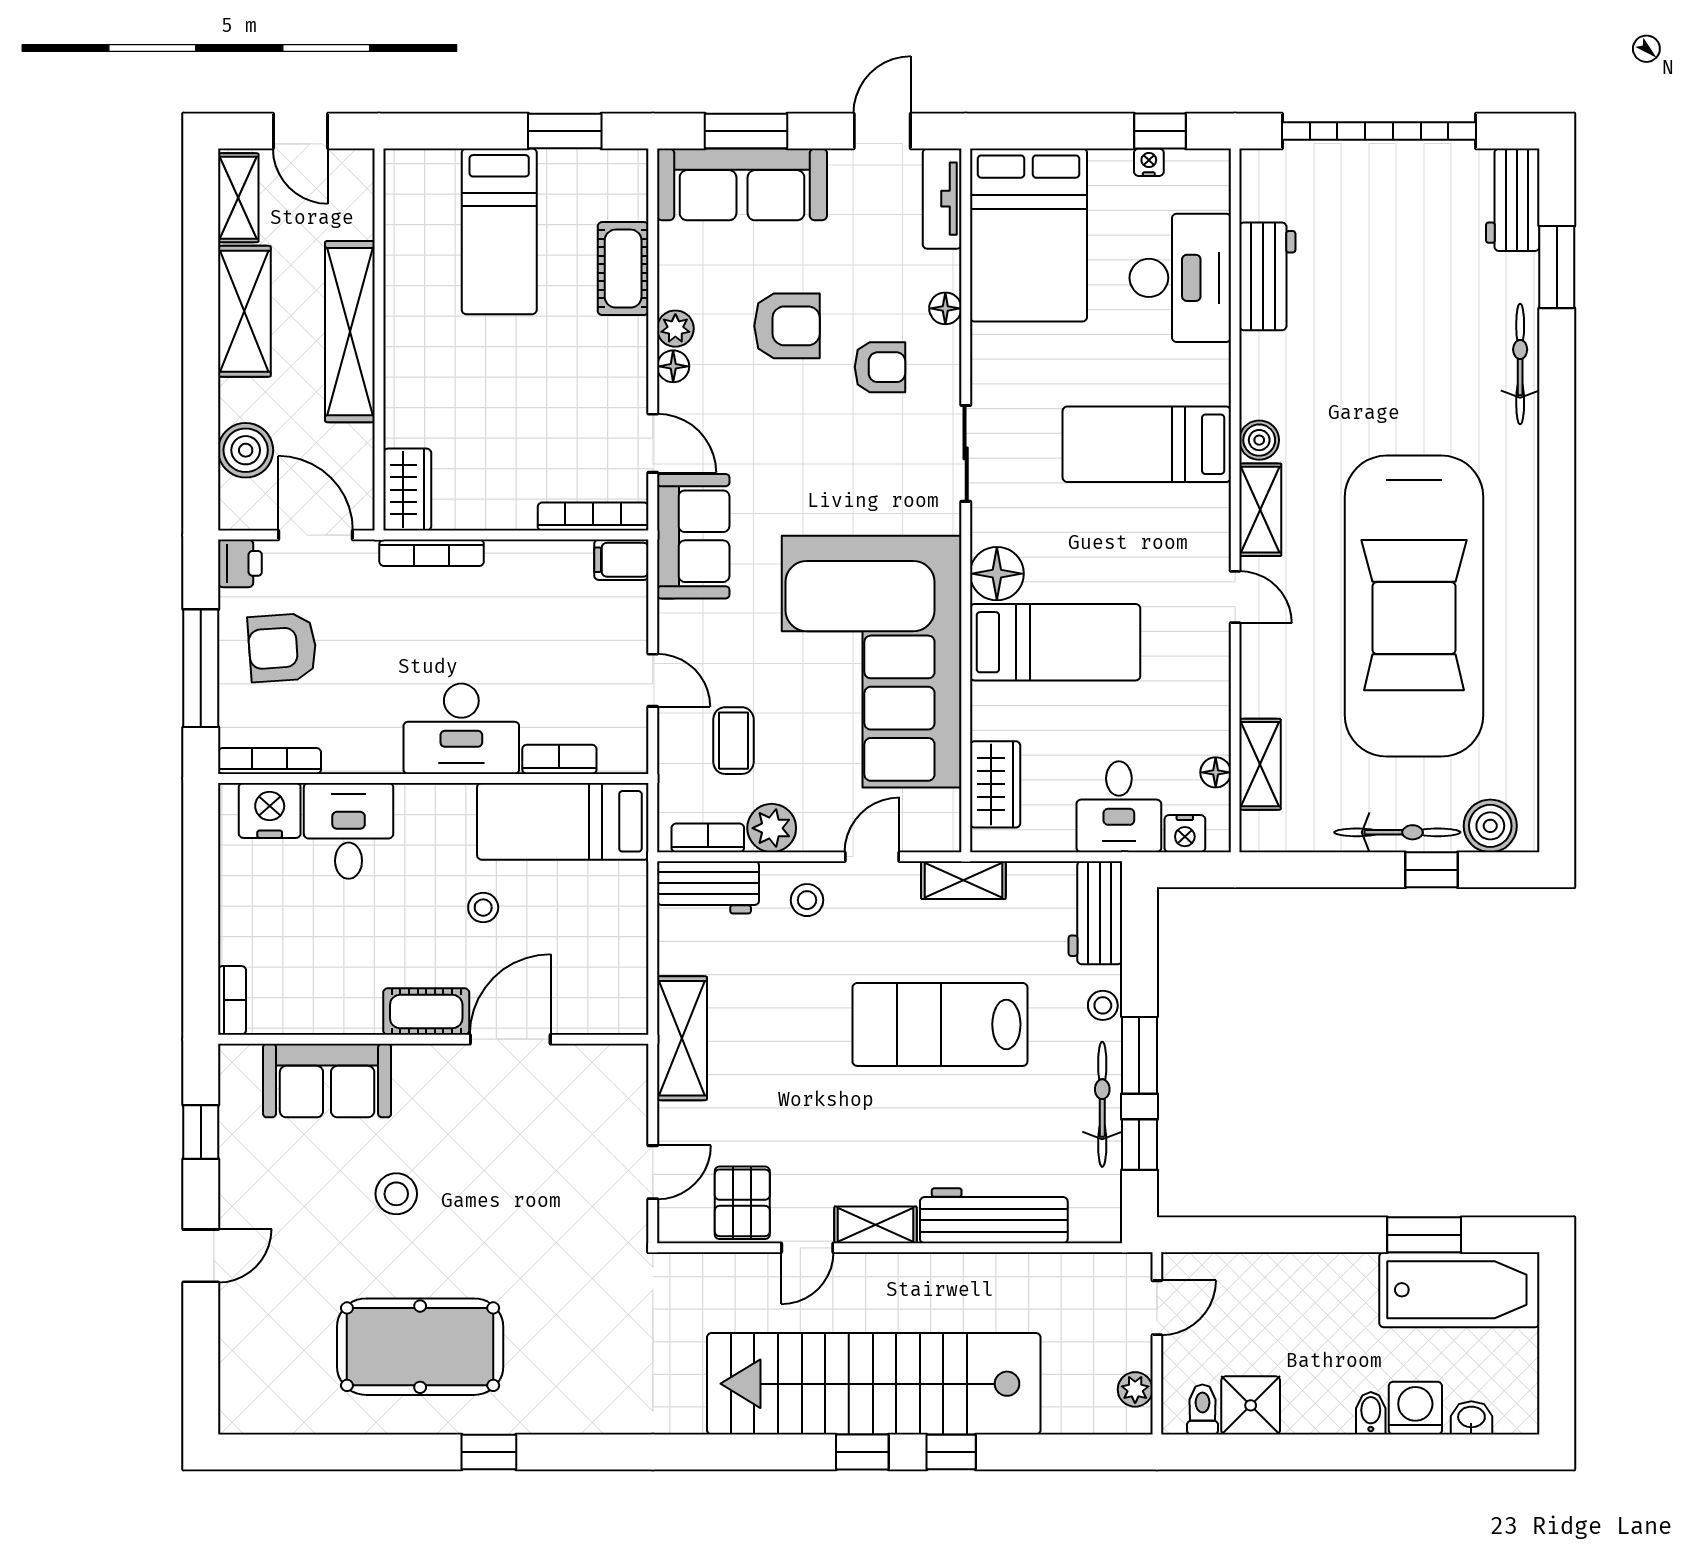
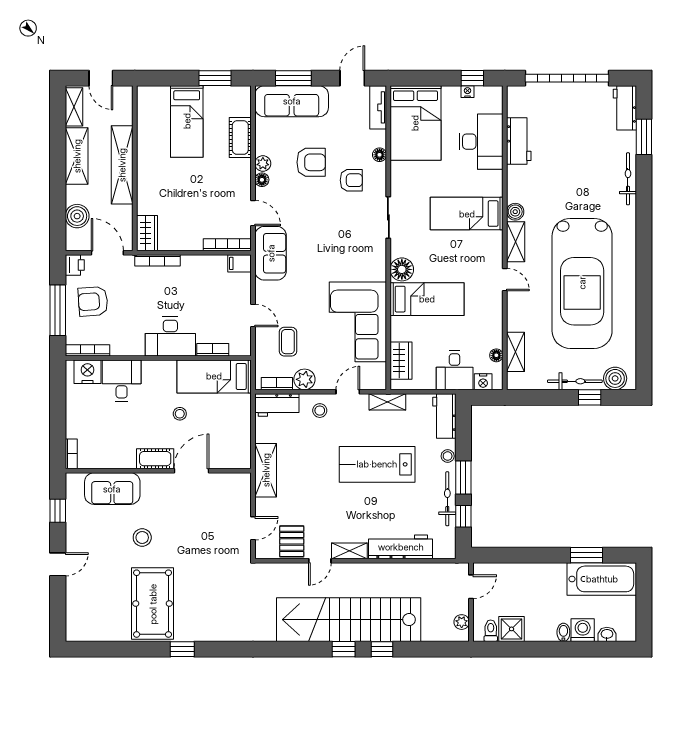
corner sofa: (872, 662) -> (358, 322), width x0.73, depth x0.74
pool table: (420, 1347) -> (153, 604), turned 90

